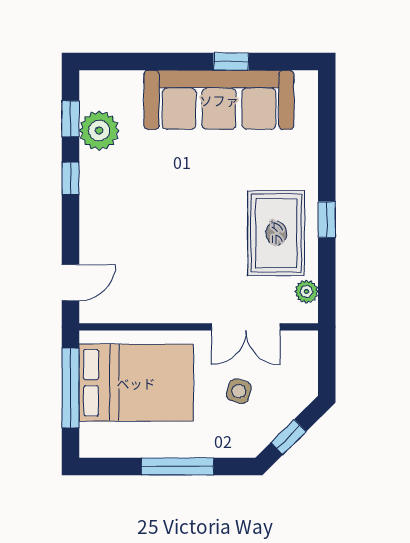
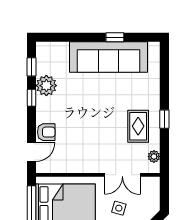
plant: (99, 131) -> (46, 86), moved
rug: (276, 233) -> (138, 126), width x0.73, depth x0.70
armchair: (99, 244) -> (46, 132), added

